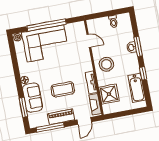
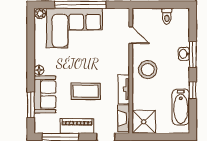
shower: (109, 94) -> (144, 122), moved

